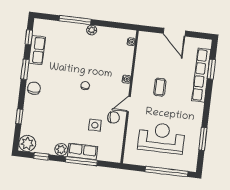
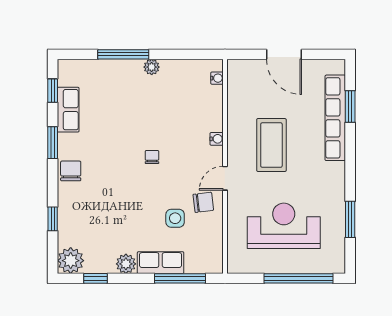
coffee table: (160, 87) -> (271, 145), width x1.86, depth x1.72
window: (81, 161) -> (180, 278), moved

